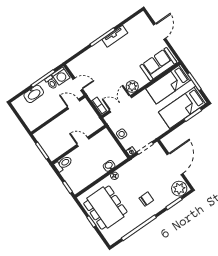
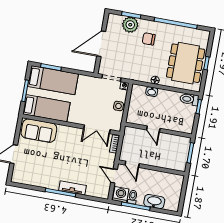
tv unit: (115, 36) -> (72, 188), moved
plant: (132, 87) -> (75, 133), removed
toilet: (63, 164) -> (189, 99), moved
plant: (179, 189) -> (130, 25), moved

